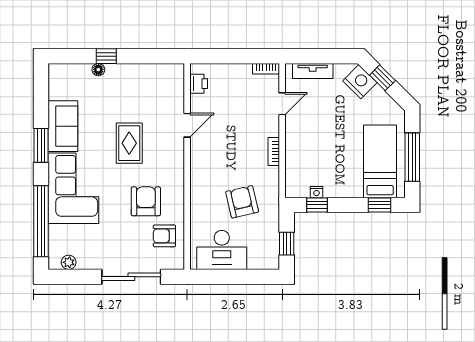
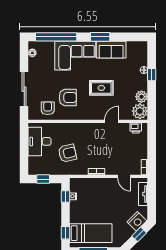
plant: (144, 74) -> (141, 97), added
plant: (169, 77) -> (140, 111), added
door: (187, 125) -> (112, 121), swing flipped

